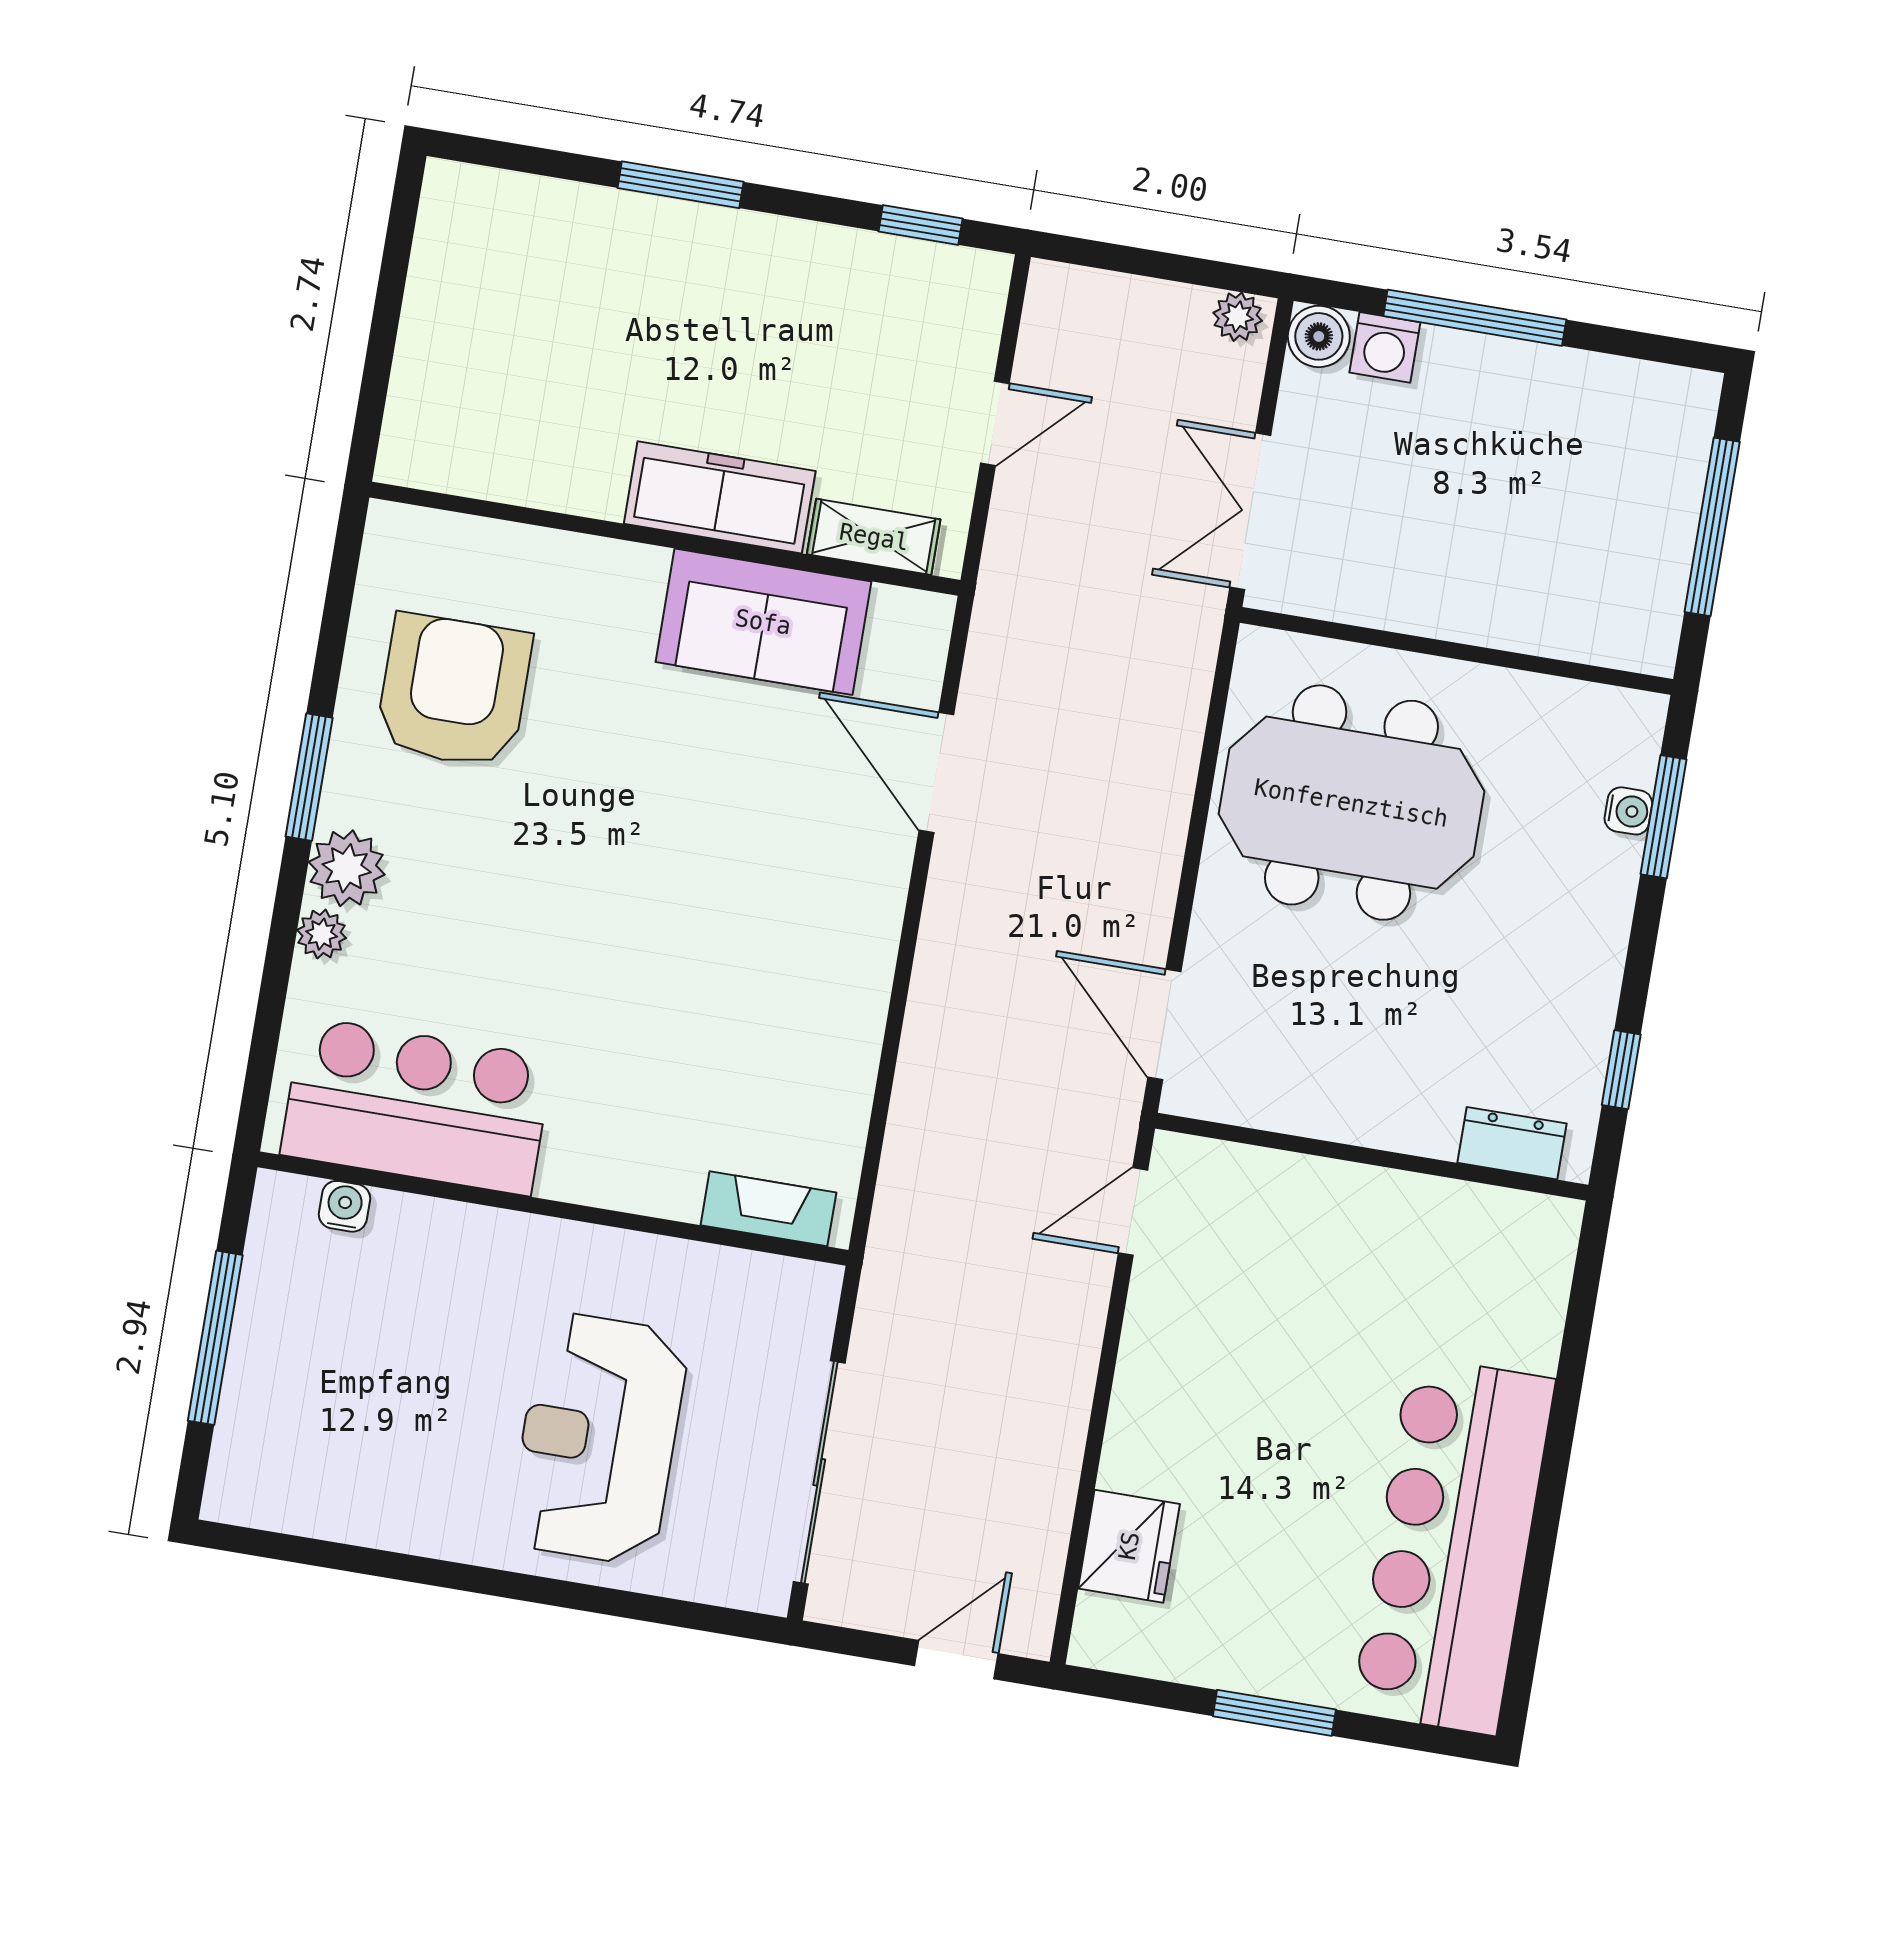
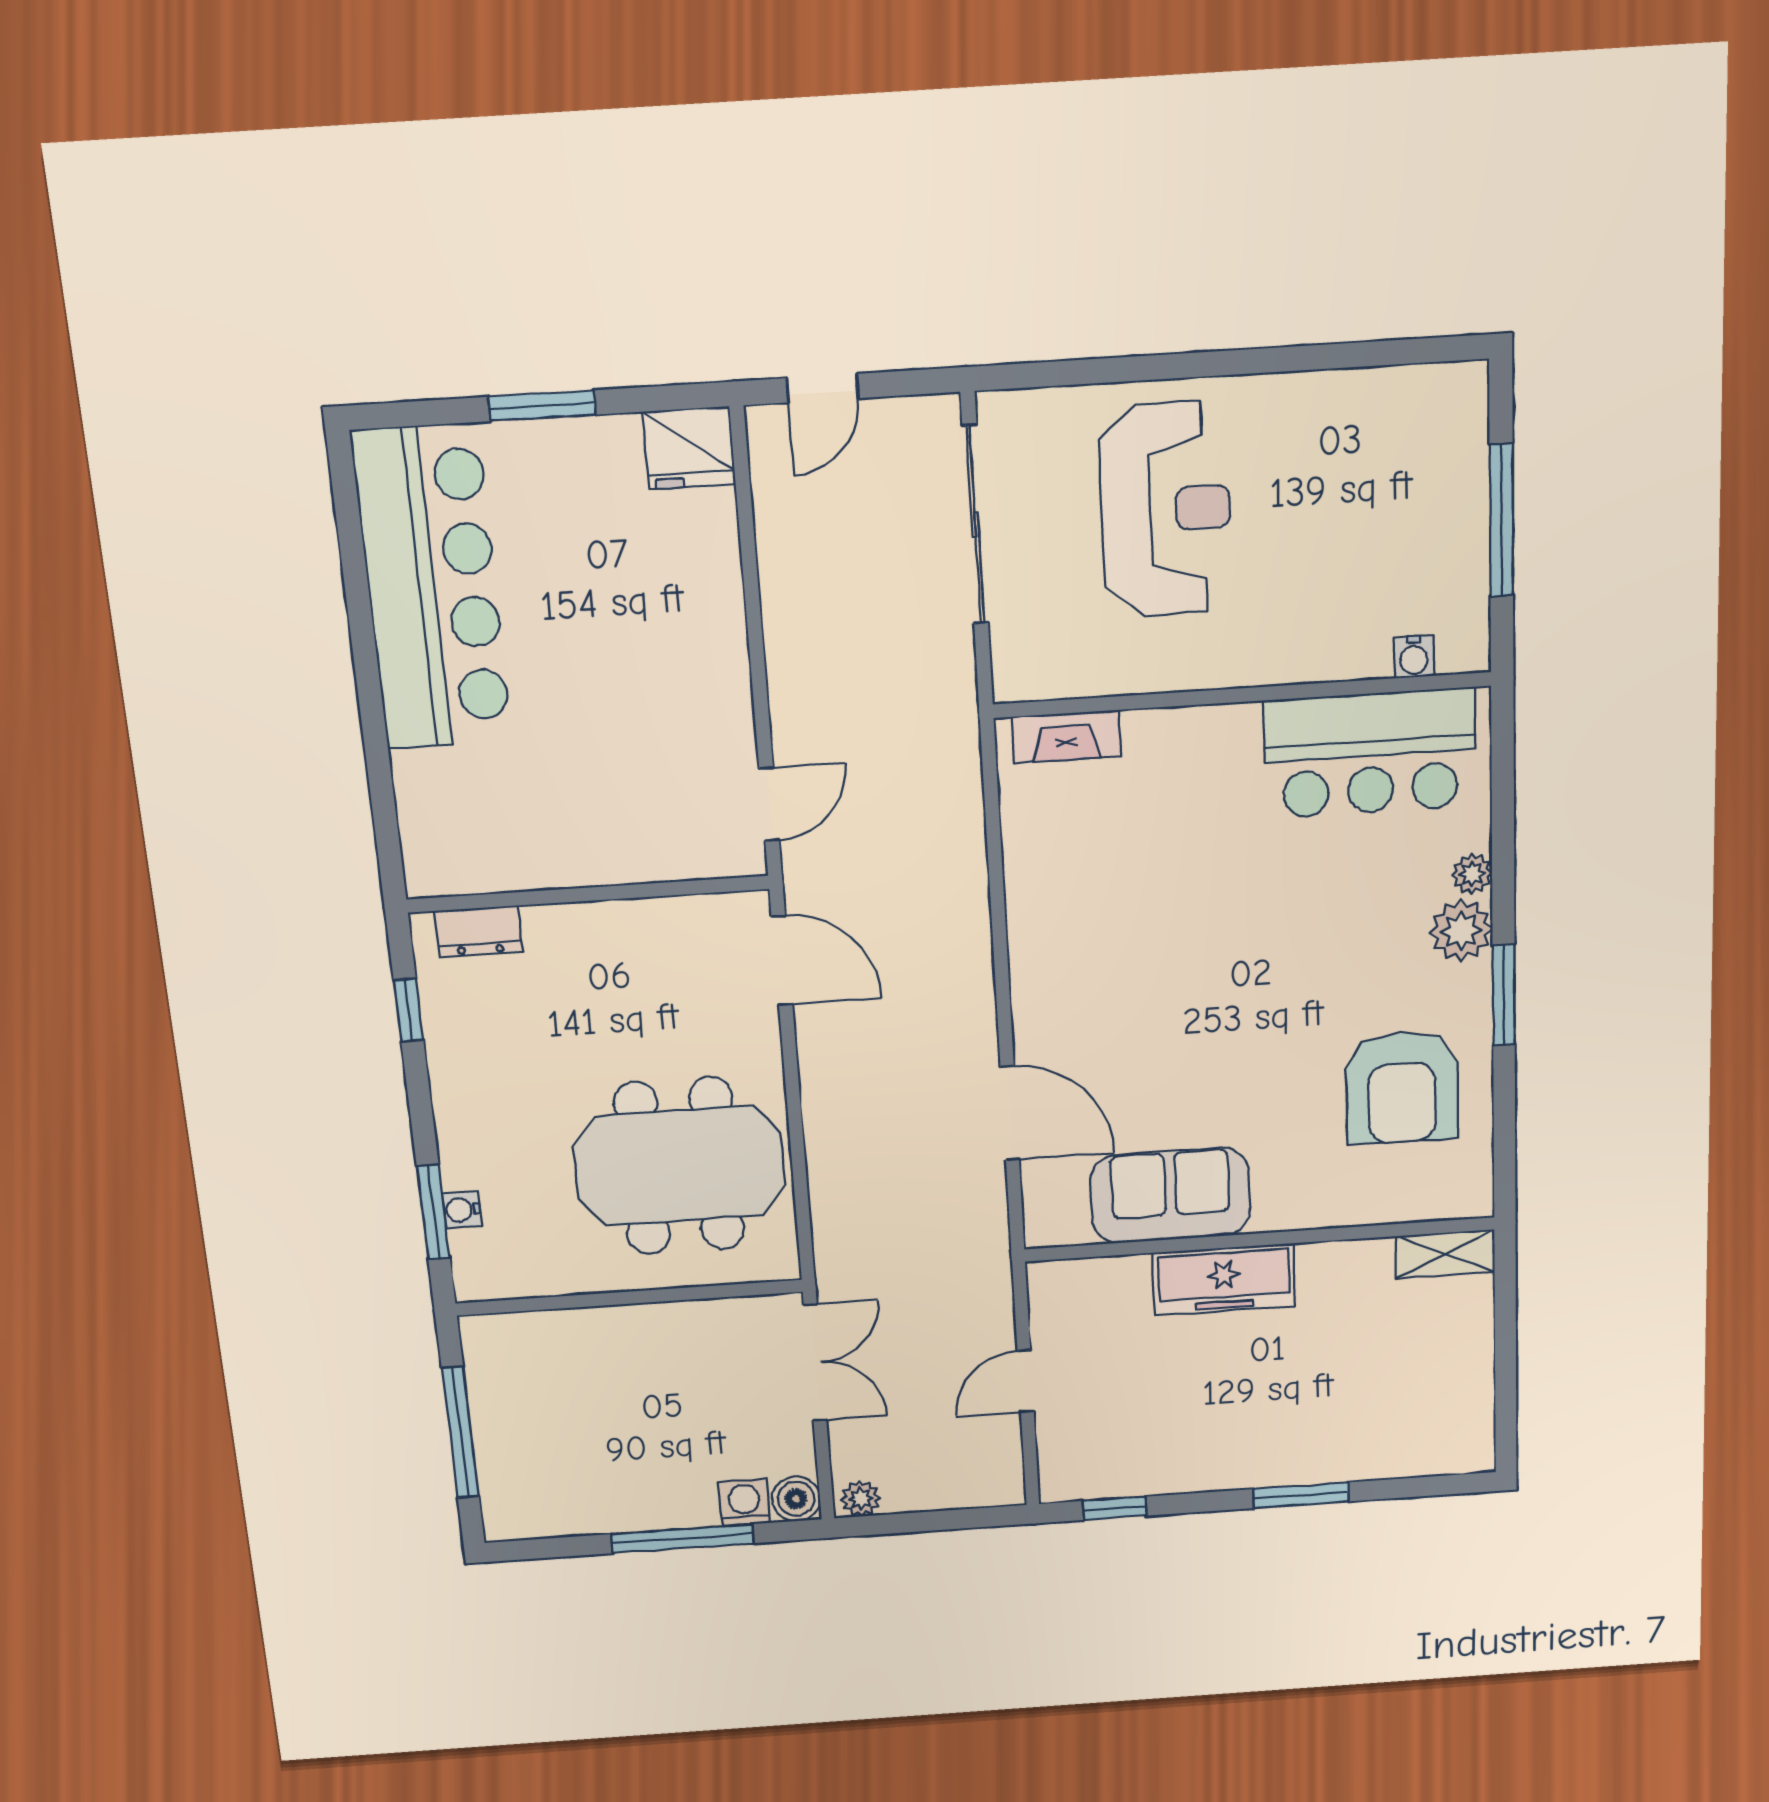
shelving: (874, 537) -> (1445, 1254), moved
fridge: (1129, 1546) -> (689, 448), moved, turned -90

